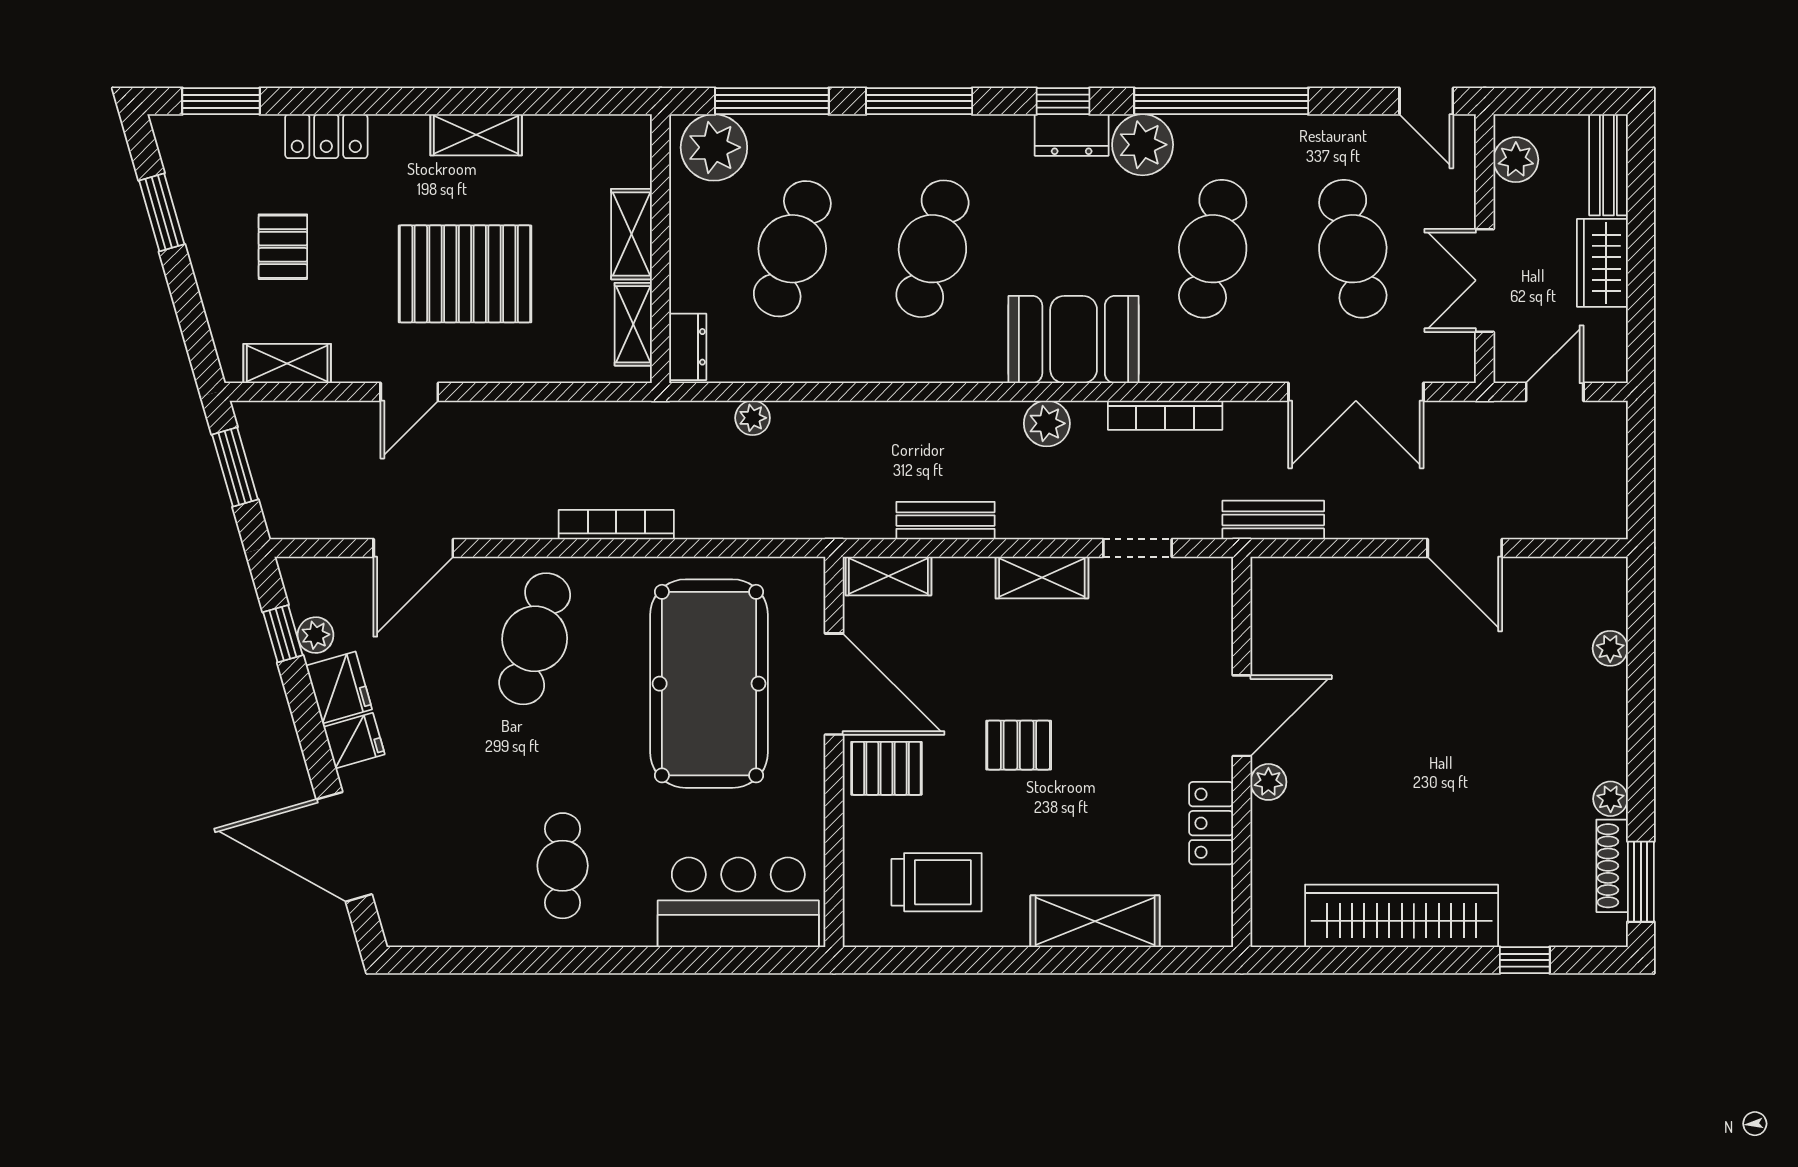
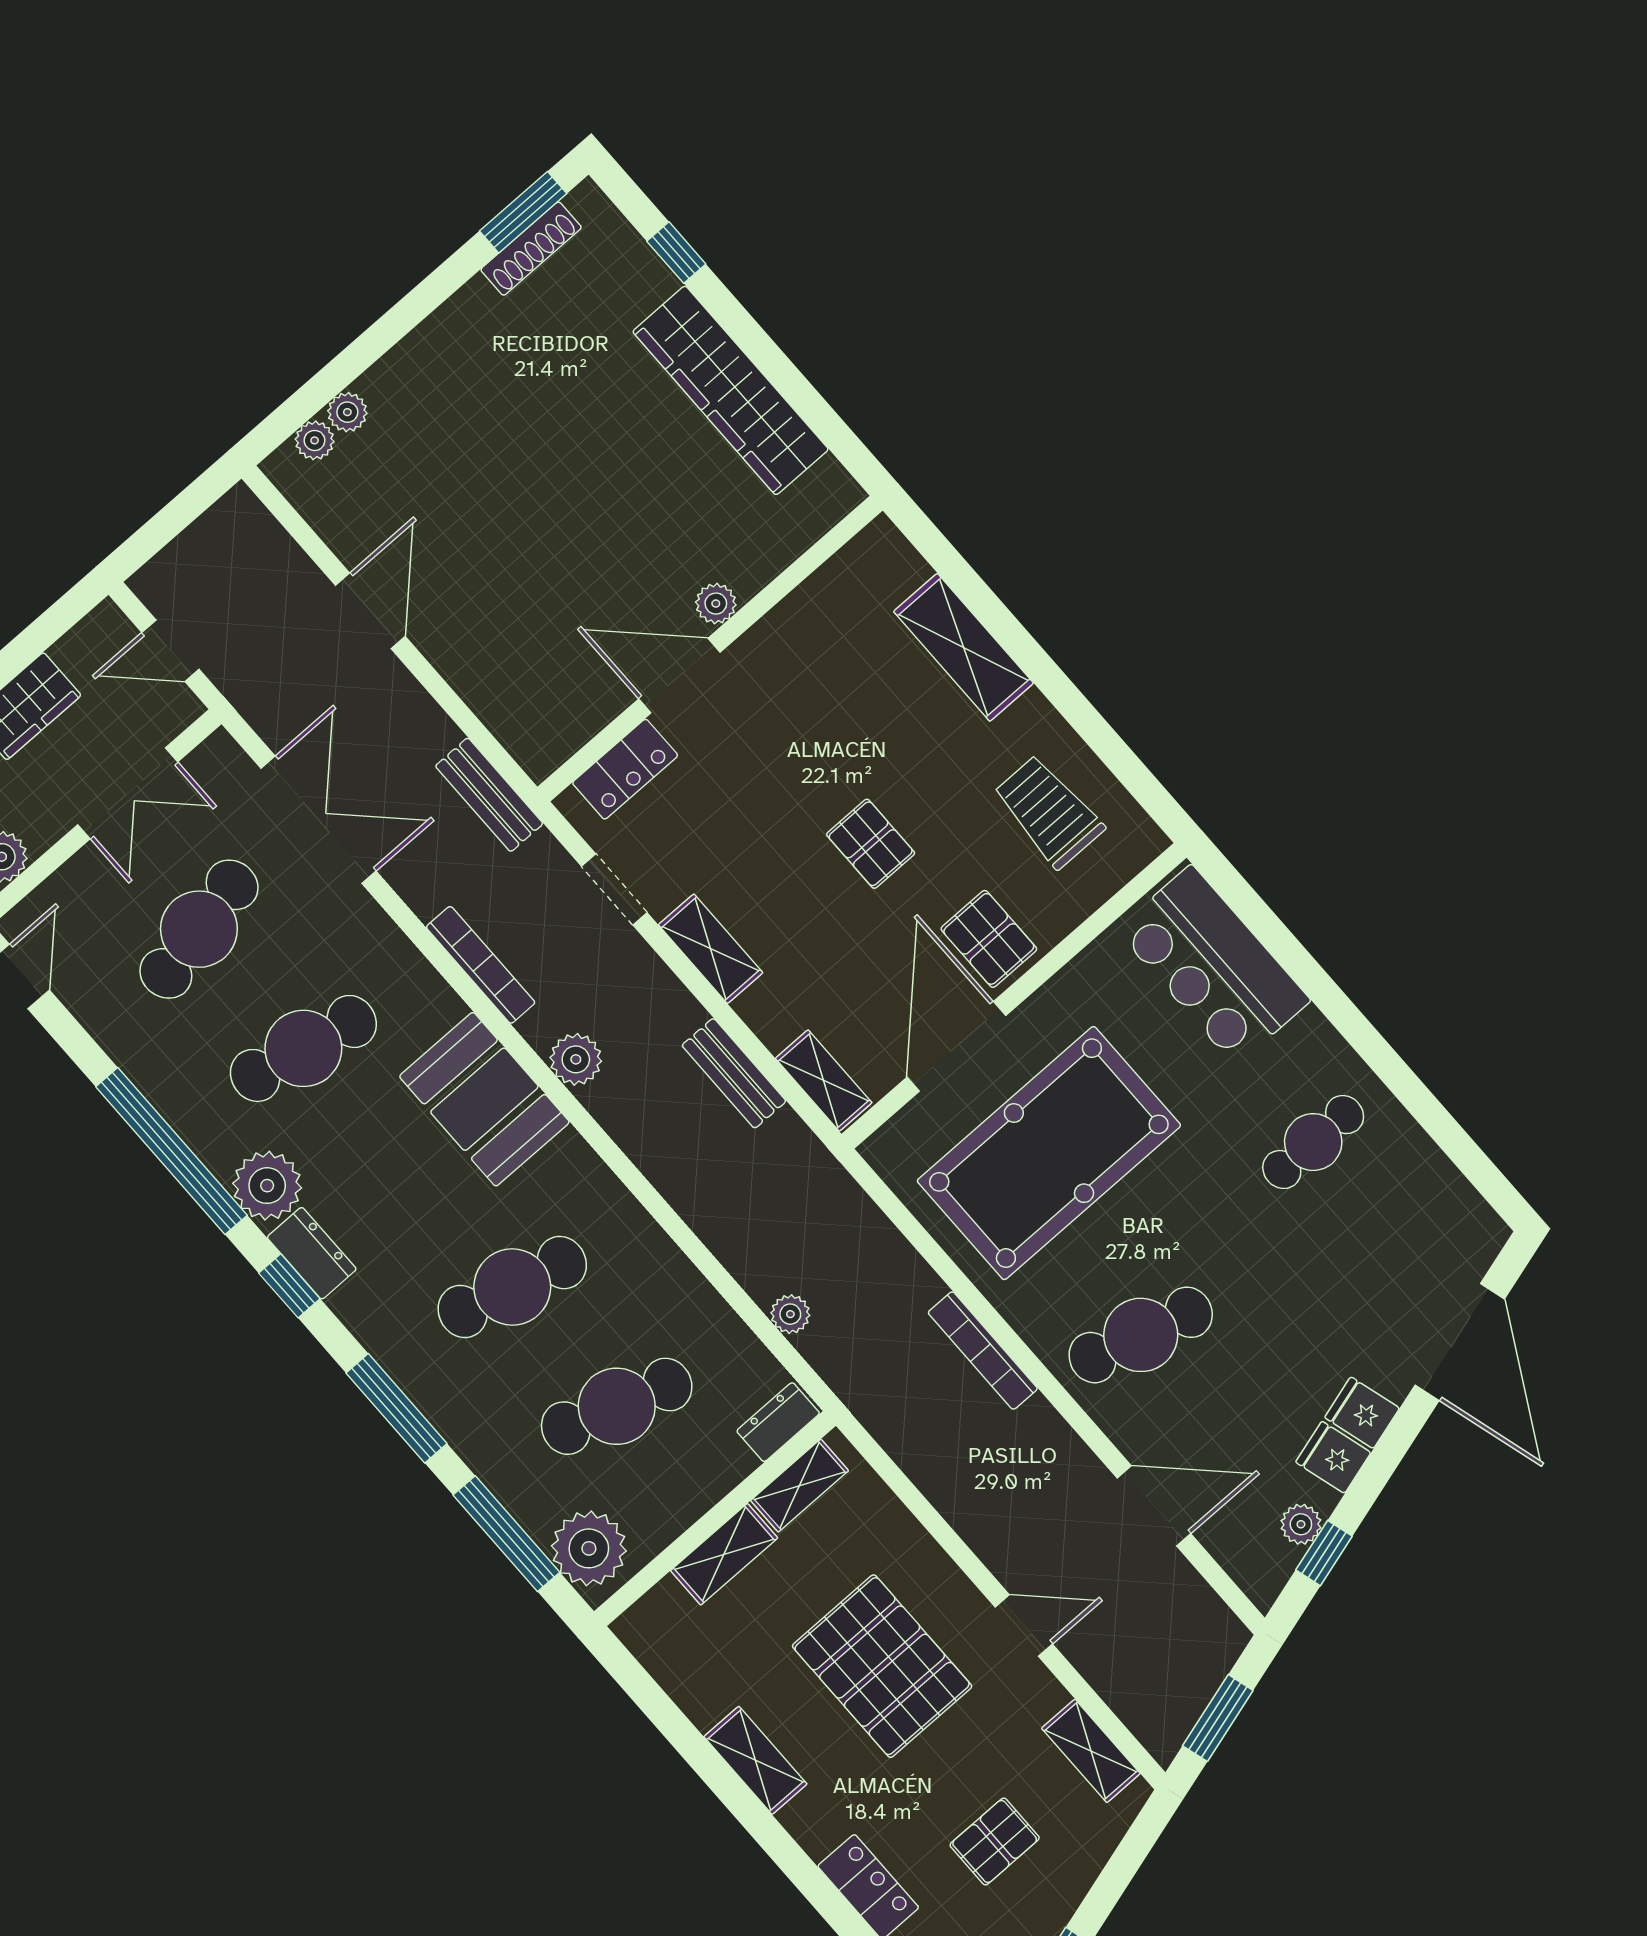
fridge: (339, 687) -> (1333, 1457), width x0.72
plant: (1611, 799) -> (315, 440), moved
locker: (1211, 823) -> (625, 769), moved

